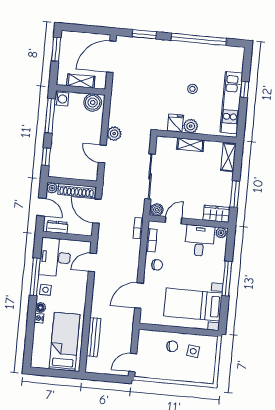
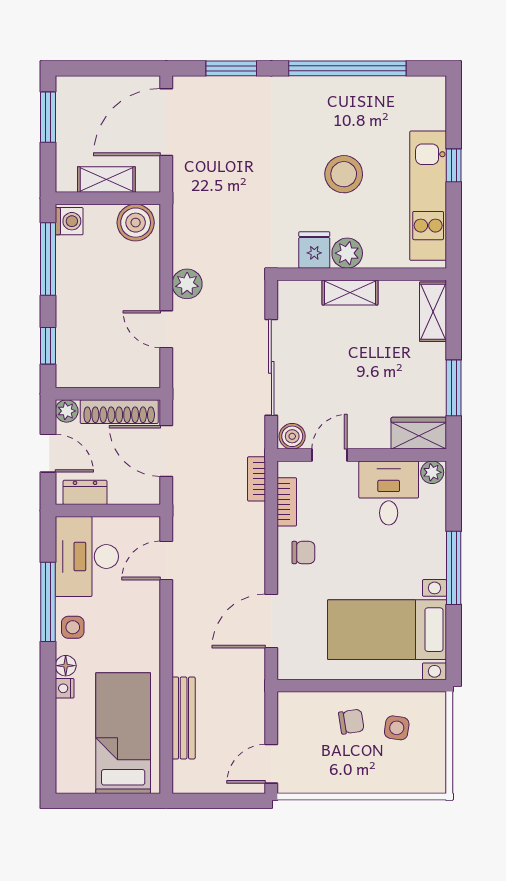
stool: (192, 89) -> (344, 174), width x1.89, depth x1.89

